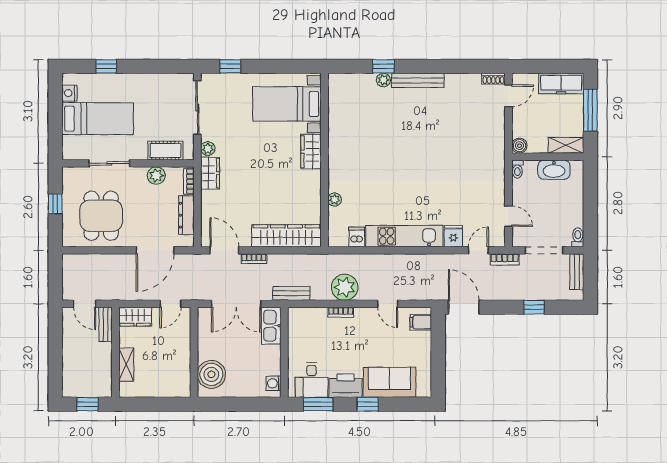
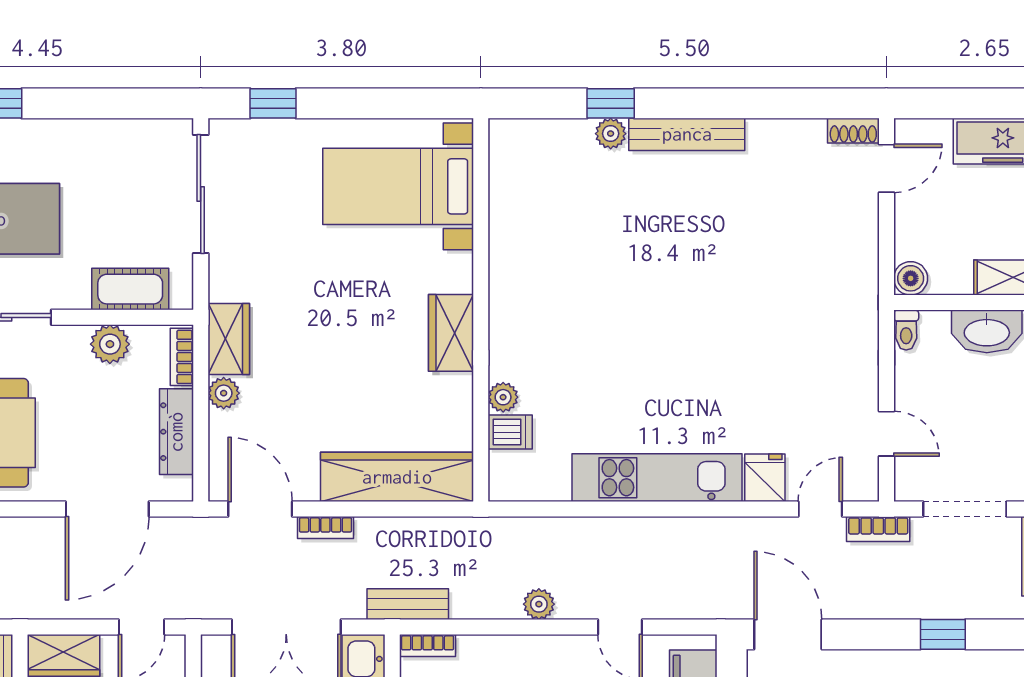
plant: (208, 149) -> (224, 393), moved
wardrobe: (311, 152) -> (451, 333), moved
dishwasher: (357, 237) -> (510, 432), moved, turned 90
plant: (345, 287) -> (539, 604), width x0.53, depth x0.53
bookcase: (341, 312) -> (428, 646), moved

